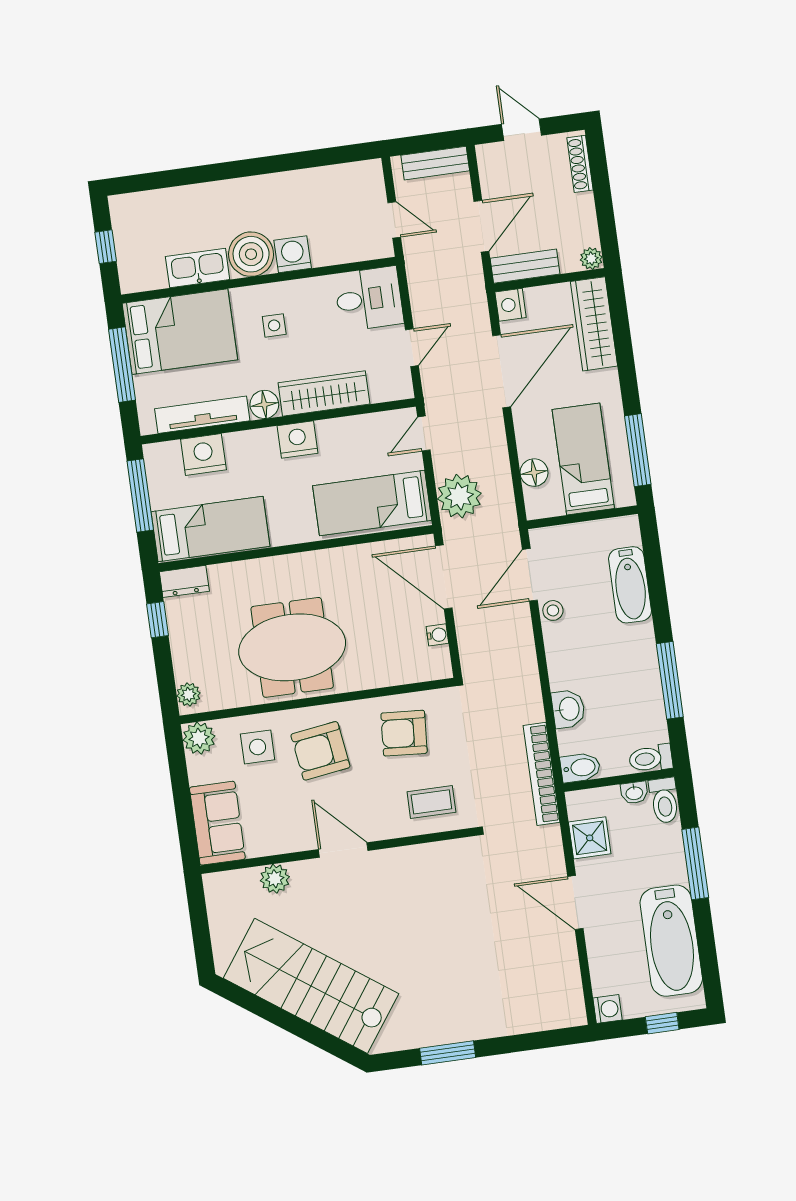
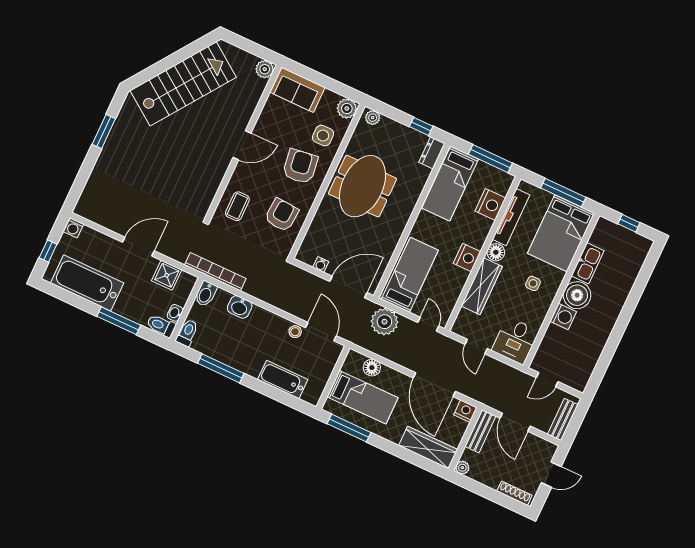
plant: (275, 879) -> (265, 69), moved

